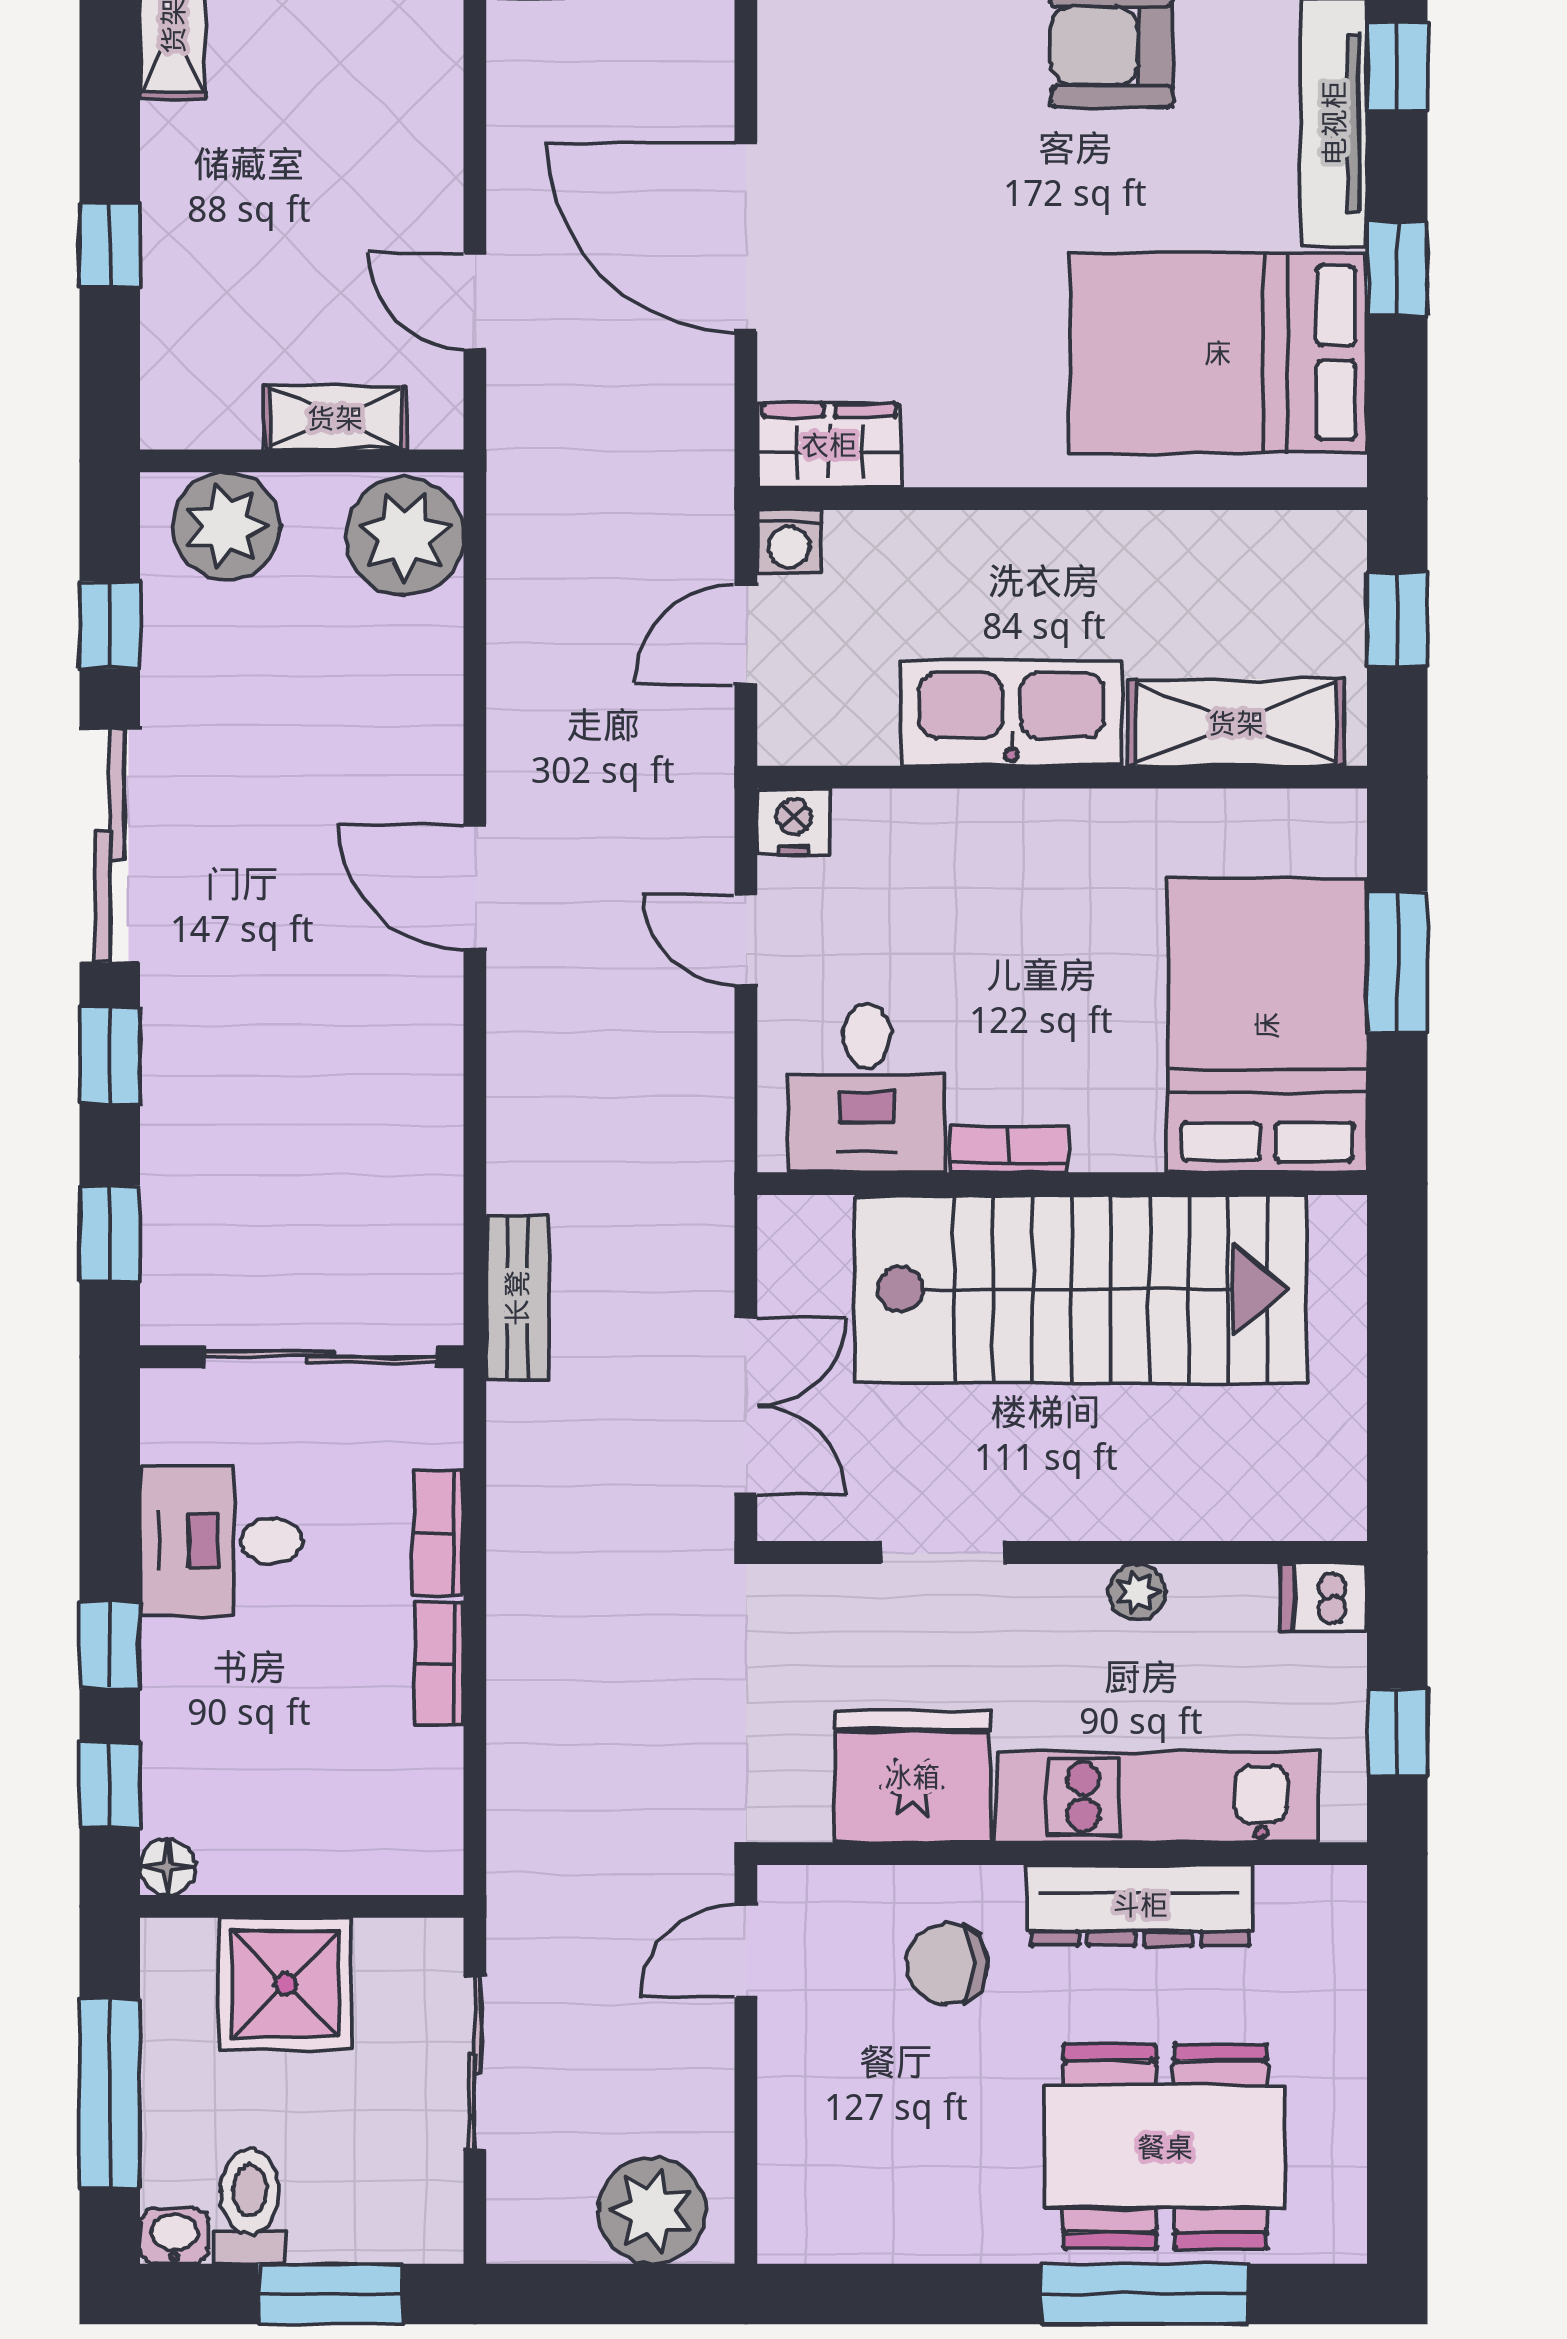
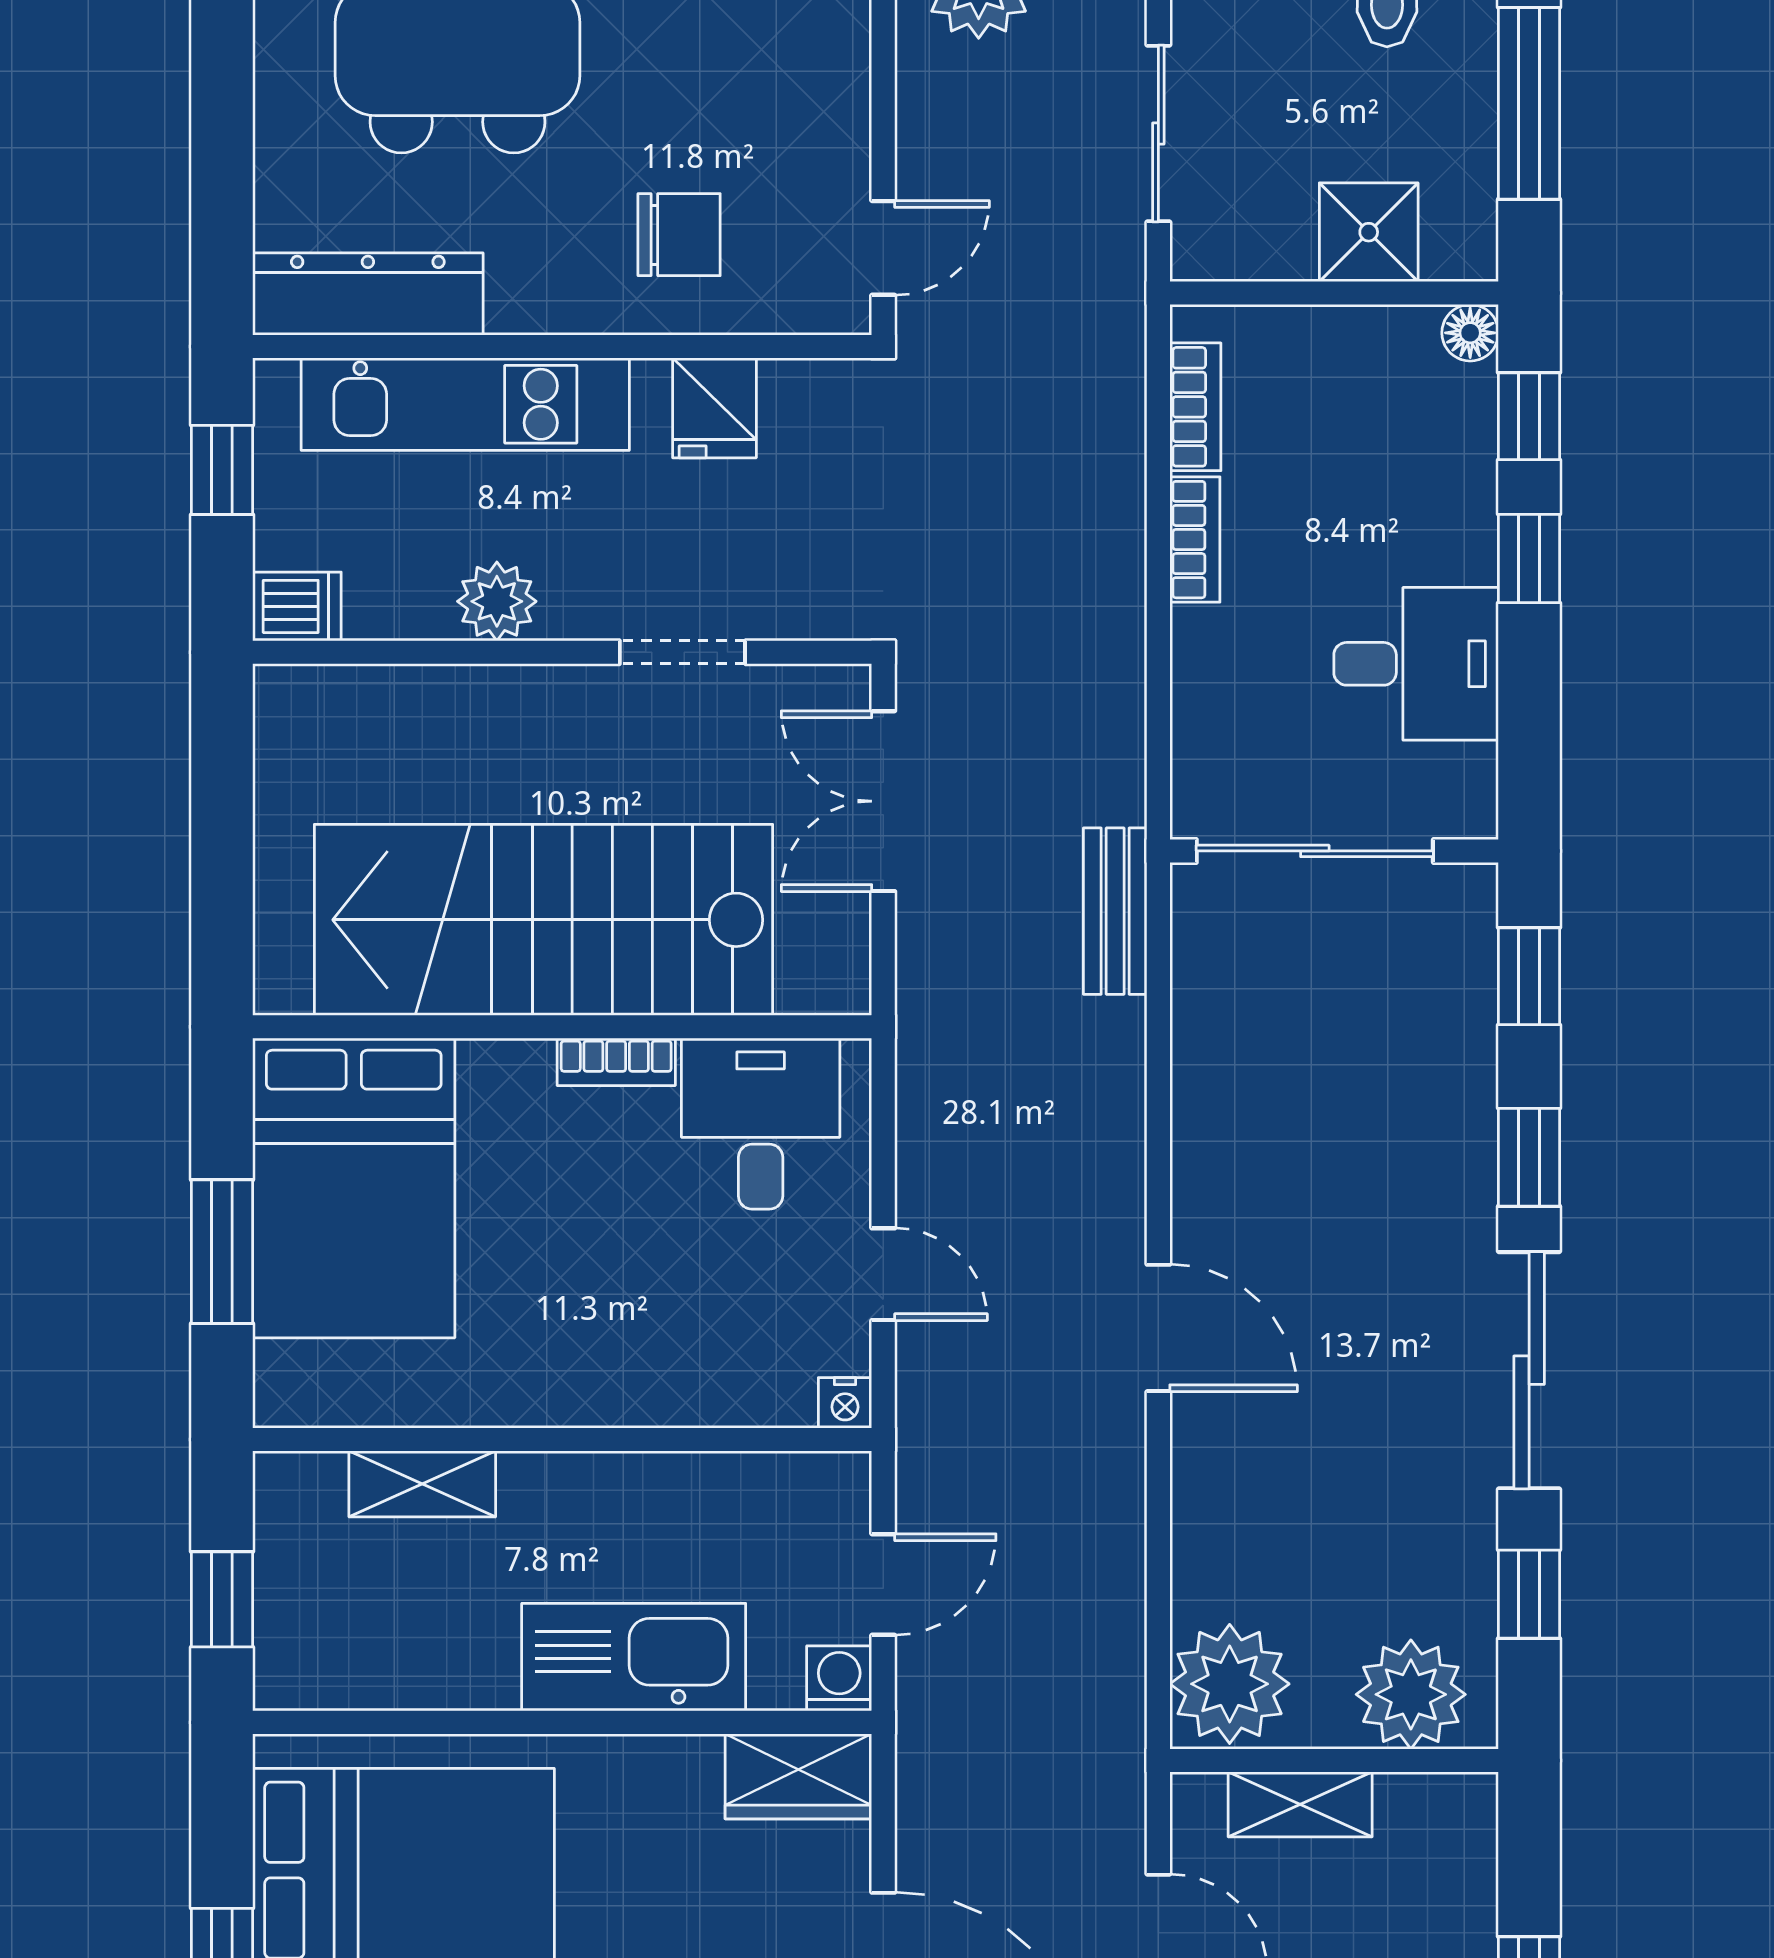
kitchen sink: (1011, 713) -> (634, 1657), moved, turned 180
shelving: (1236, 723) -> (422, 1484), width x0.67, depth x0.75
nightstand: (794, 822) -> (845, 1403), width x0.72, depth x0.74
bookcase: (438, 1533) -> (1195, 407), moved
plant: (1137, 1592) -> (497, 601), width x1.38, depth x1.38
fridge: (912, 1777) -> (714, 408), width x0.53, depth x0.75
dresser: (1140, 1905) -> (368, 294), moved
shower: (285, 1984) -> (1369, 232), width x0.73, depth x0.73

